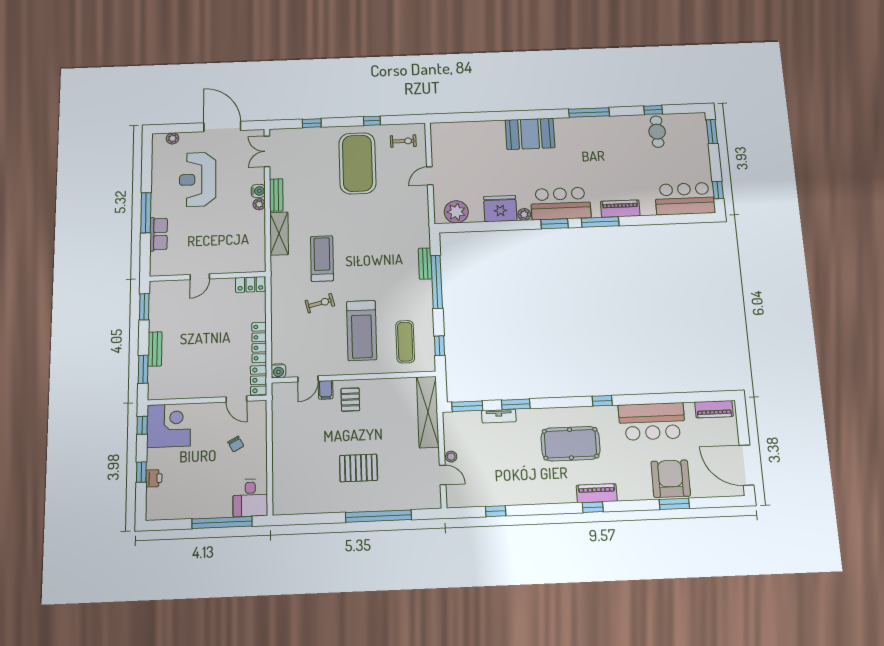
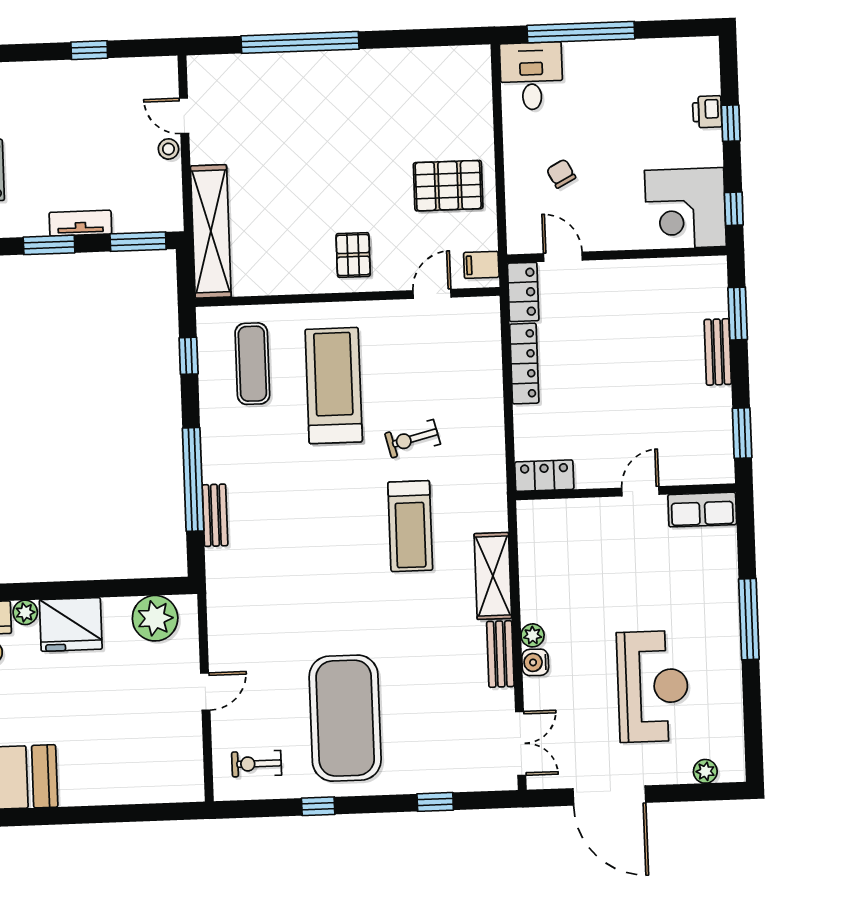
row of seats: (159, 234) -> (702, 510), moved, turned -90
water cooler: (278, 371) -> (487, 310), removed
filing cabinet: (326, 390) -> (481, 265), moved, turned -90
pallet: (358, 468) -> (448, 186), moved

